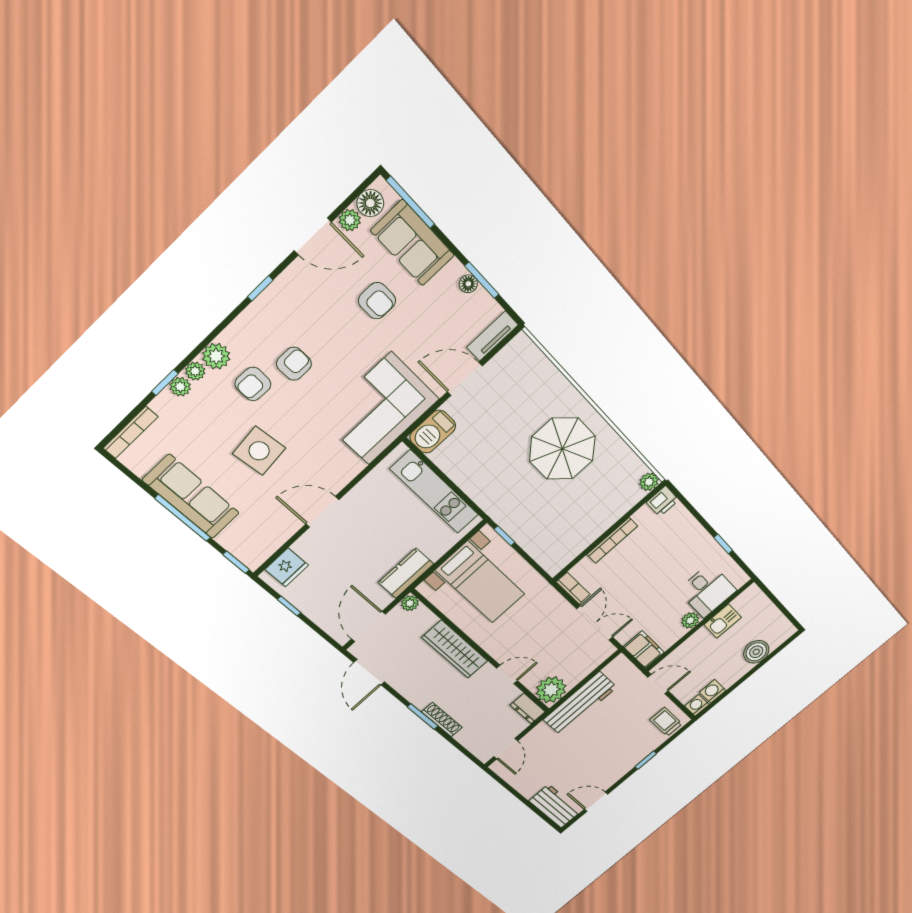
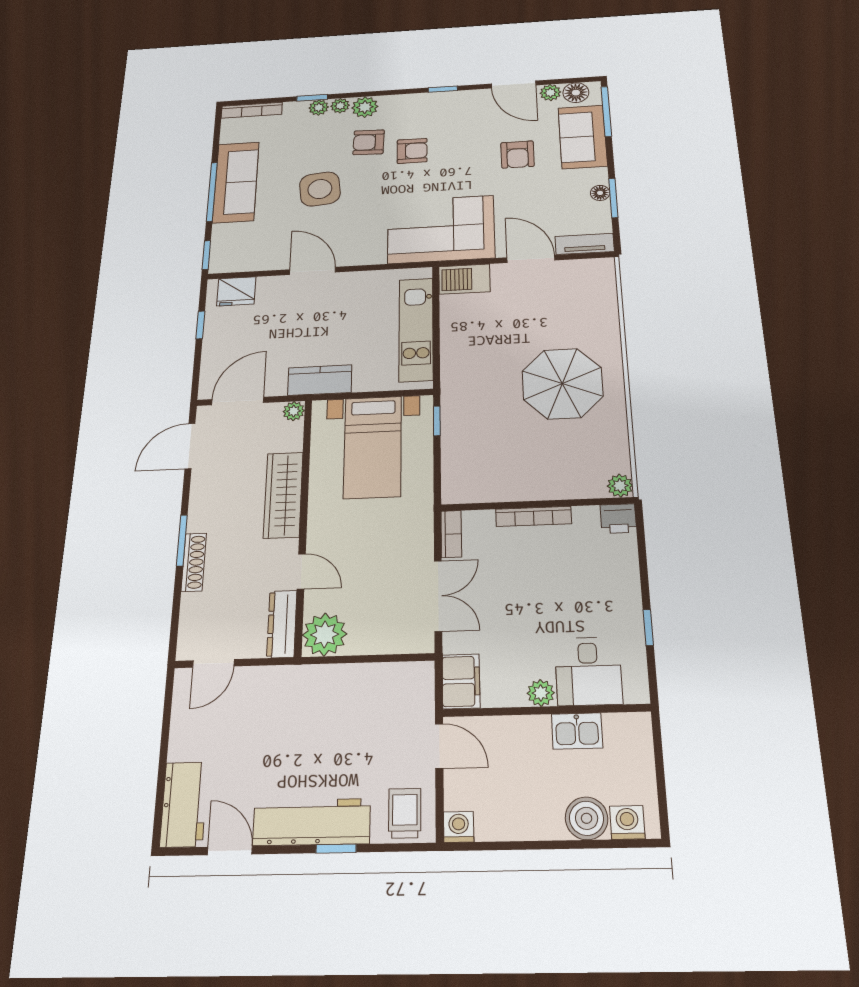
washing machine: (713, 691) -> (627, 822), moved
workbench: (580, 703) -> (312, 822), moved, turned 180
dresser: (528, 708) -> (282, 624), width x1.44

